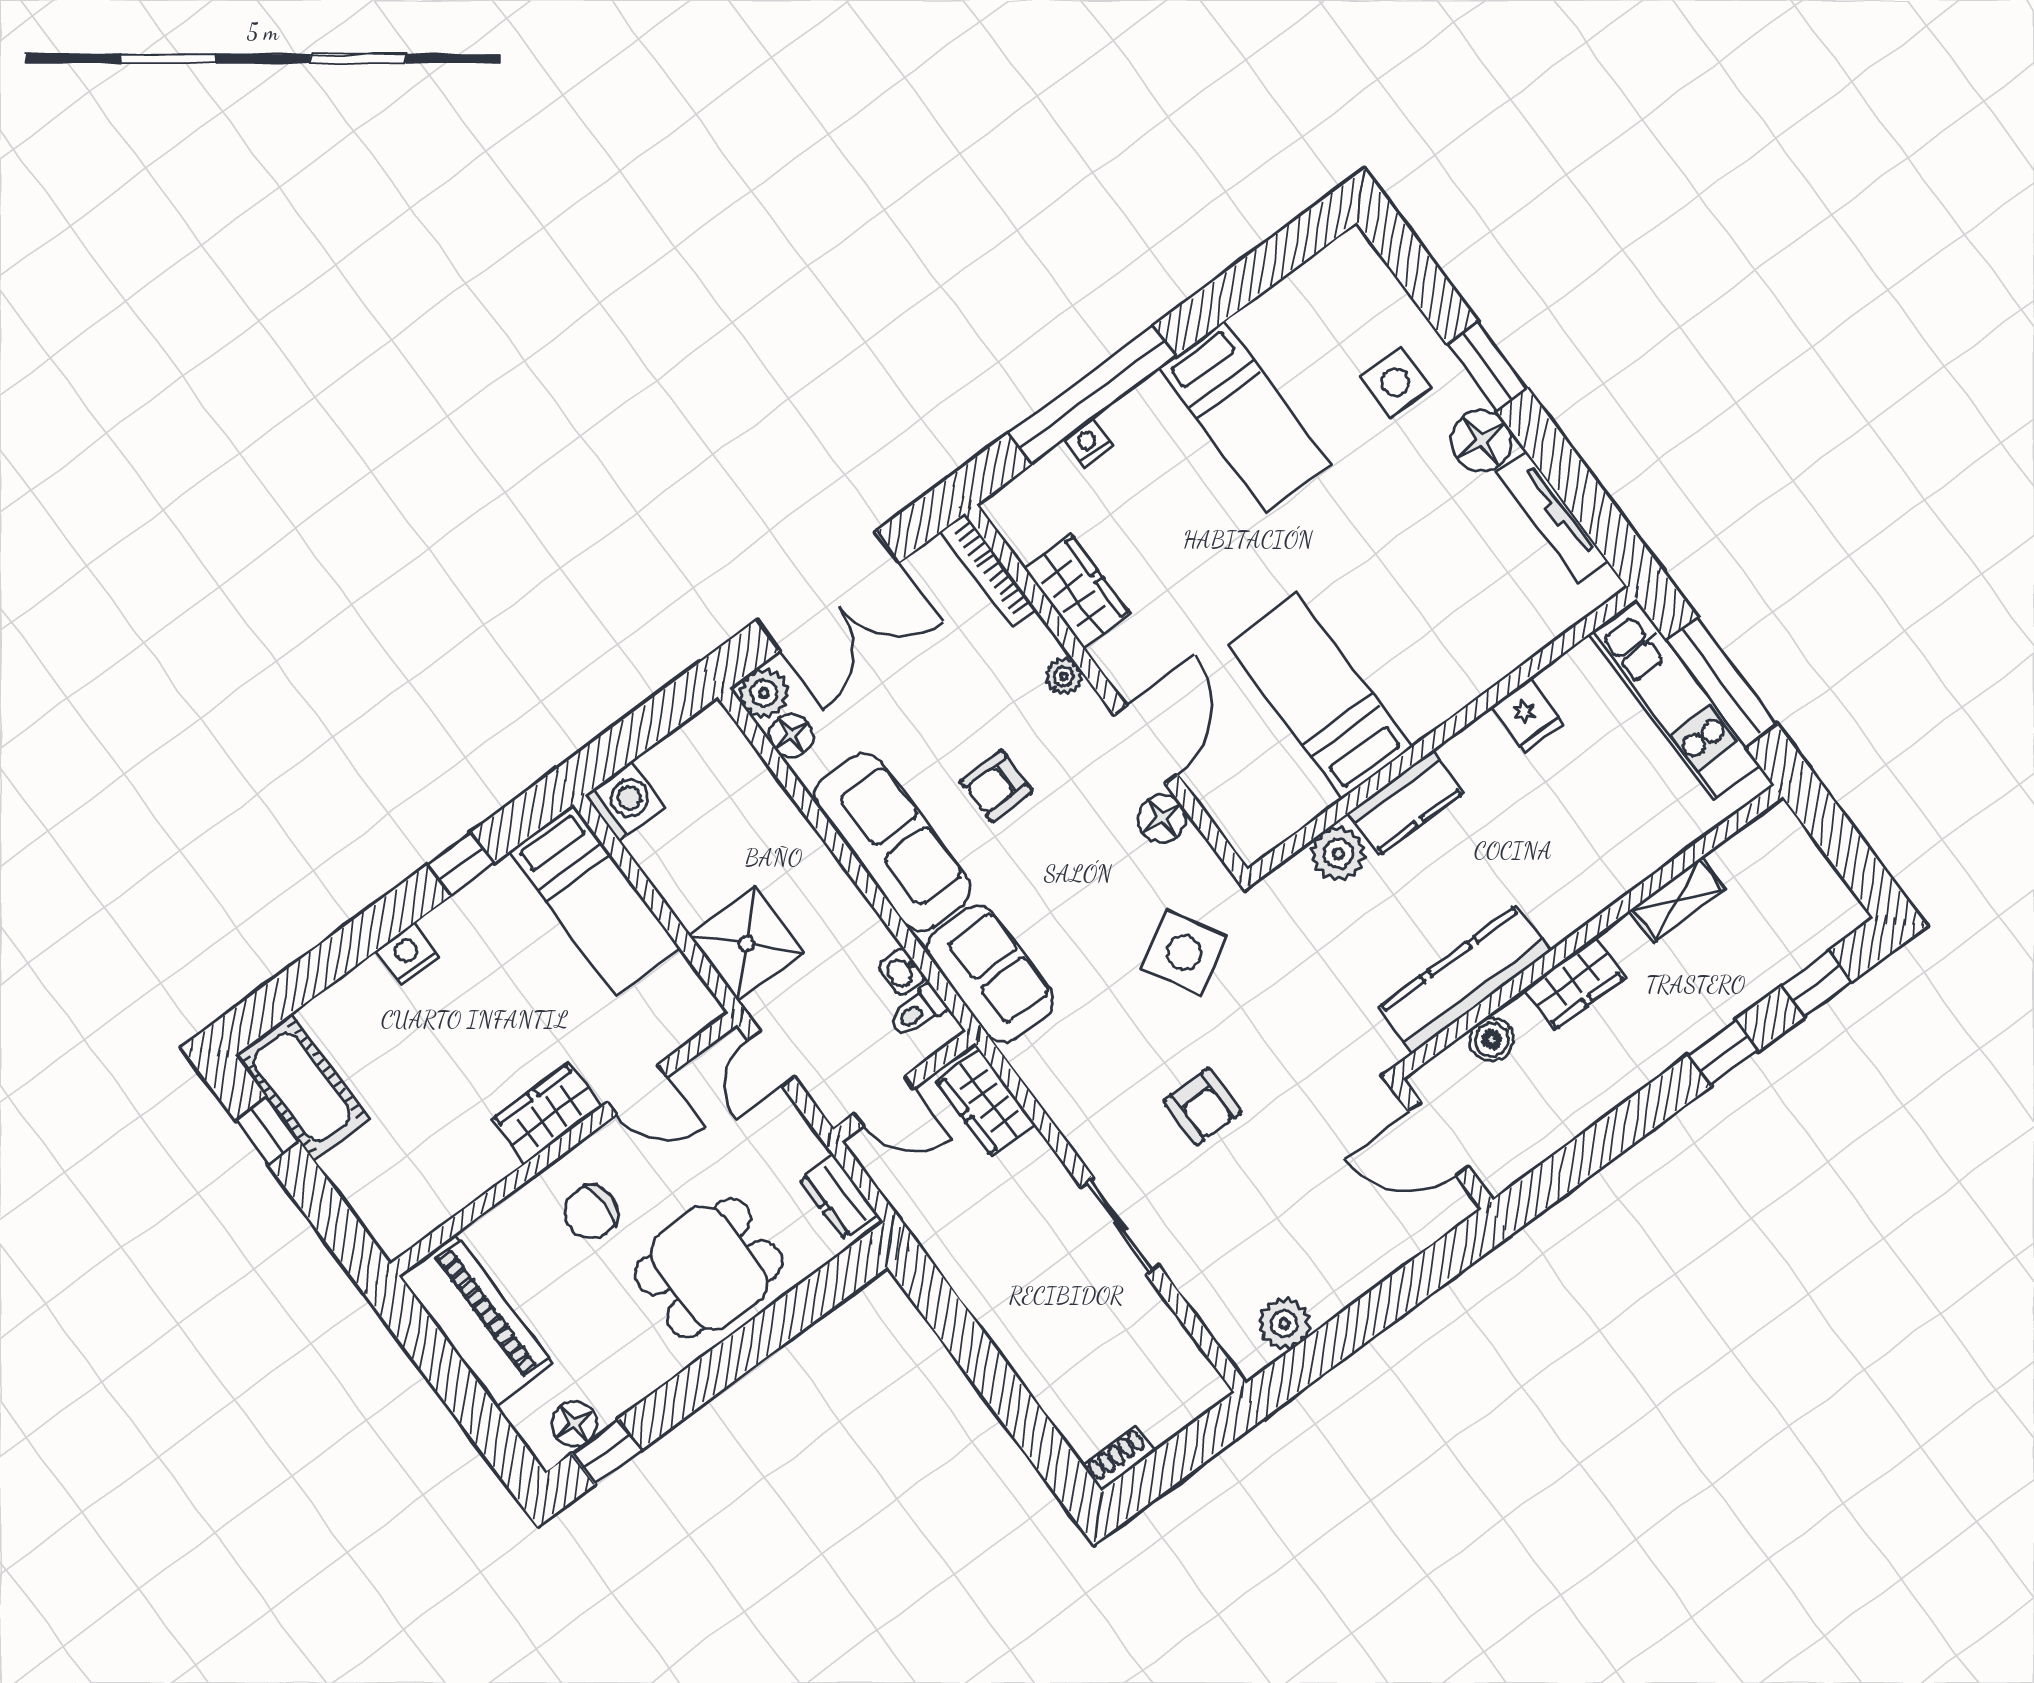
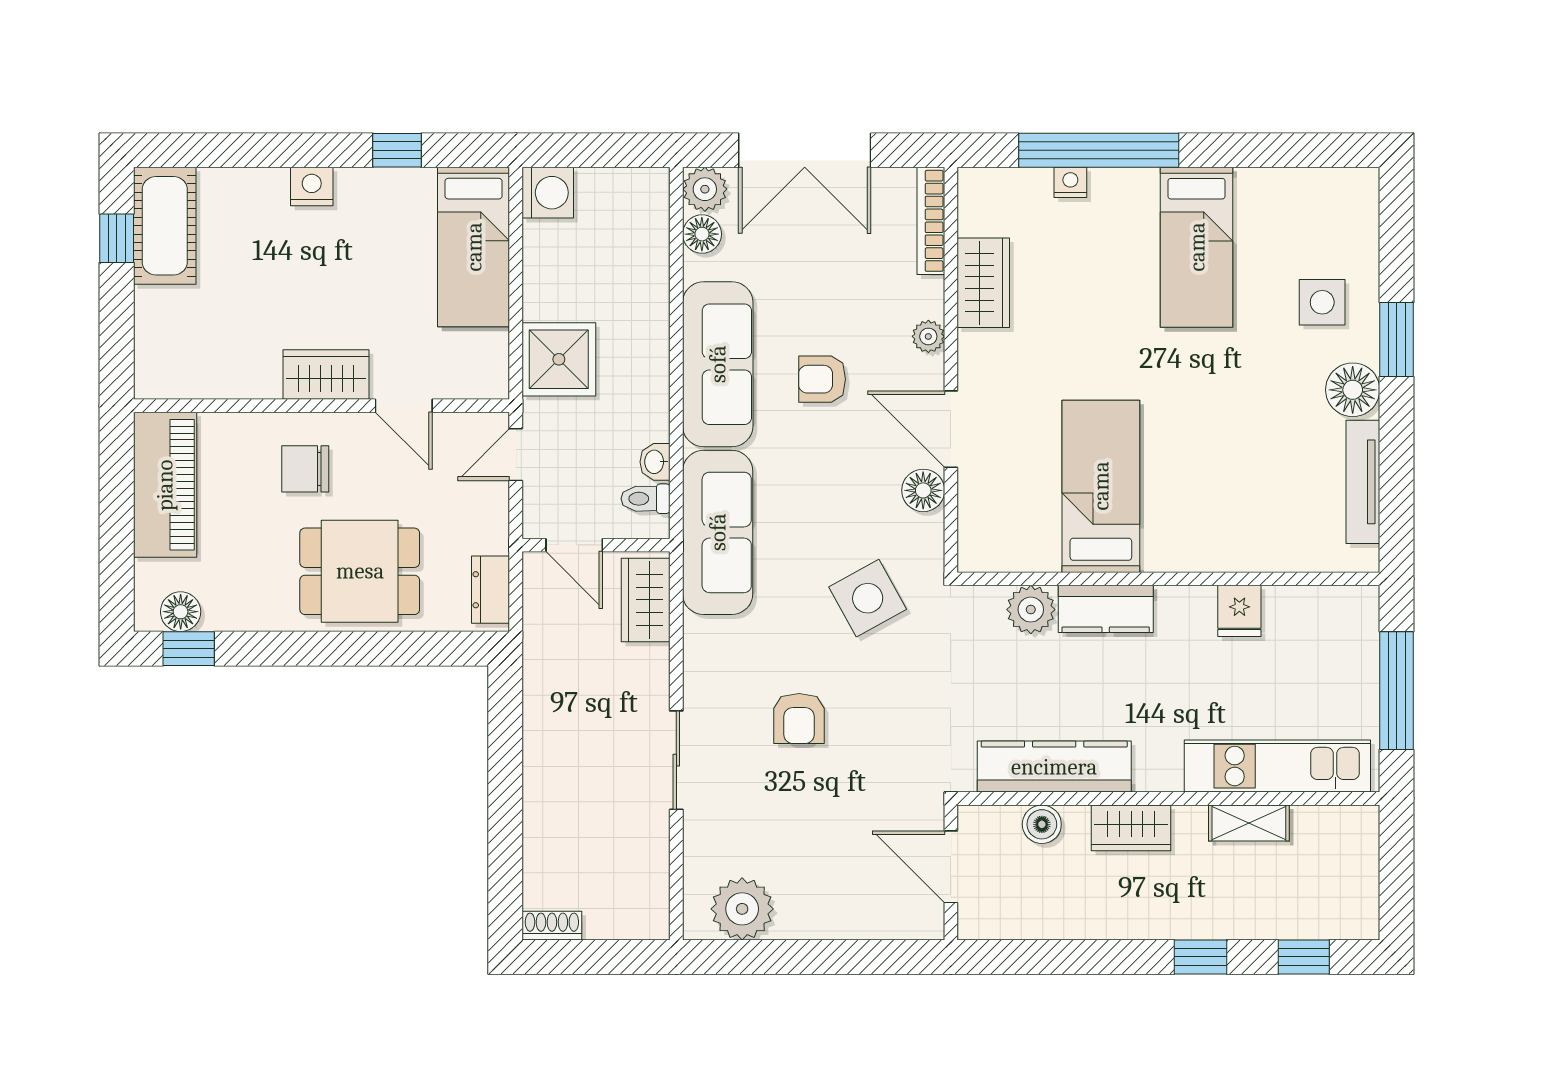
kitchen unit: (1675, 700) -> (1277, 766), moved, turned 90
door: (1146, 745) -> (951, 429), swing flipped
sofa: (990, 974) -> (718, 532), width x1.36
plant: (1284, 1324) -> (742, 909), width x1.36, depth x1.36

